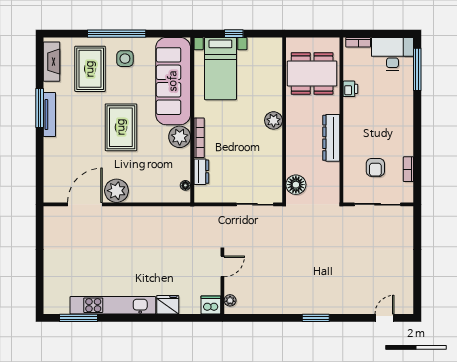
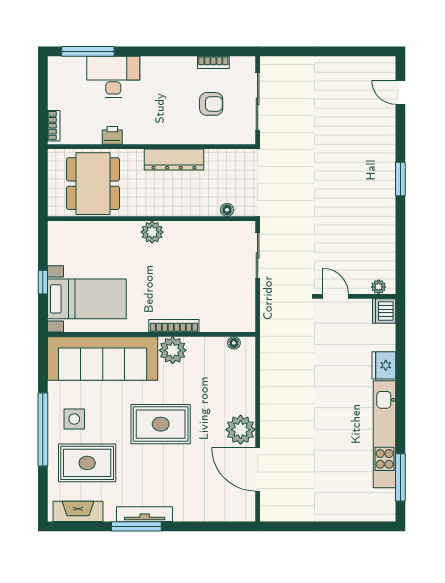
desk: (392, 54) -> (113, 77), moved, turned 90
dresser: (201, 172) -> (217, 323), removed
floor lamp: (296, 185) -> (227, 210), width x0.53, depth x0.53

